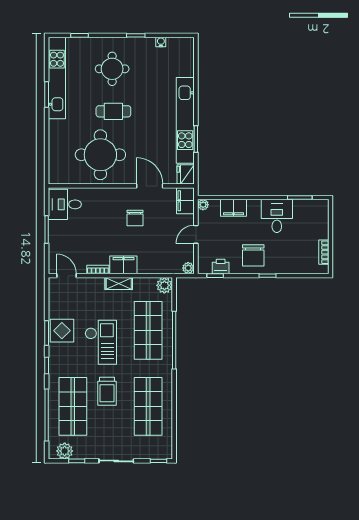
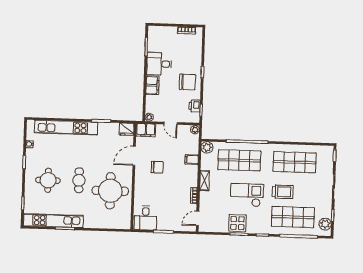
kitchen unit: (185, 120) -> (66, 128), moved
filing cabinet: (234, 208) -> (152, 85), moved
filing cabinet: (123, 265) -> (192, 160), moved, width x0.50

